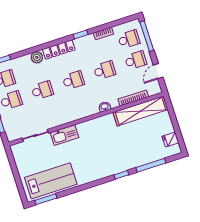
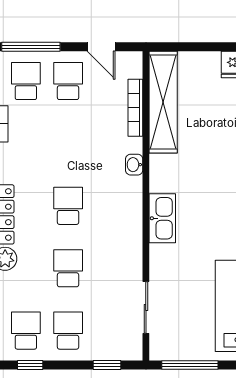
school desk: (105, 70) -> (68, 143), removed
kitchen sink: (64, 135) -> (162, 218), moved
window: (14, 167) -> (190, 365), added

